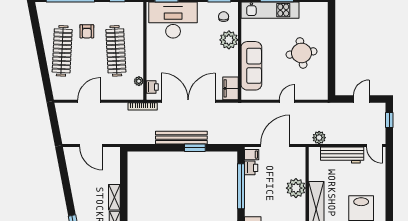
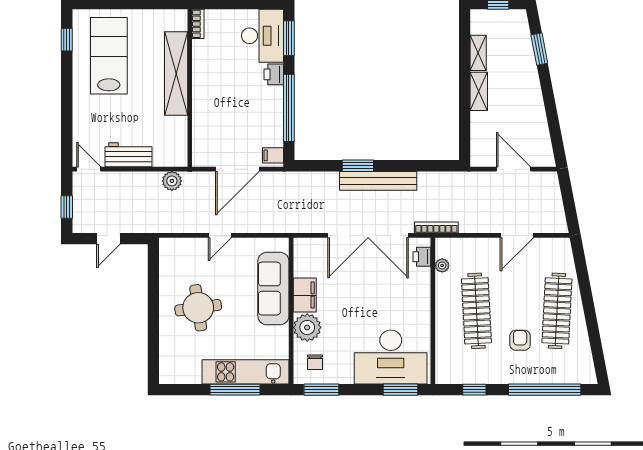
filing cabinet: (230, 88) -> (305, 295), moved
workbench: (342, 155) -> (129, 155), width x0.73
printer: (251, 168) -> (274, 74), moved
plant: (296, 188) -> (207, 105), removed

